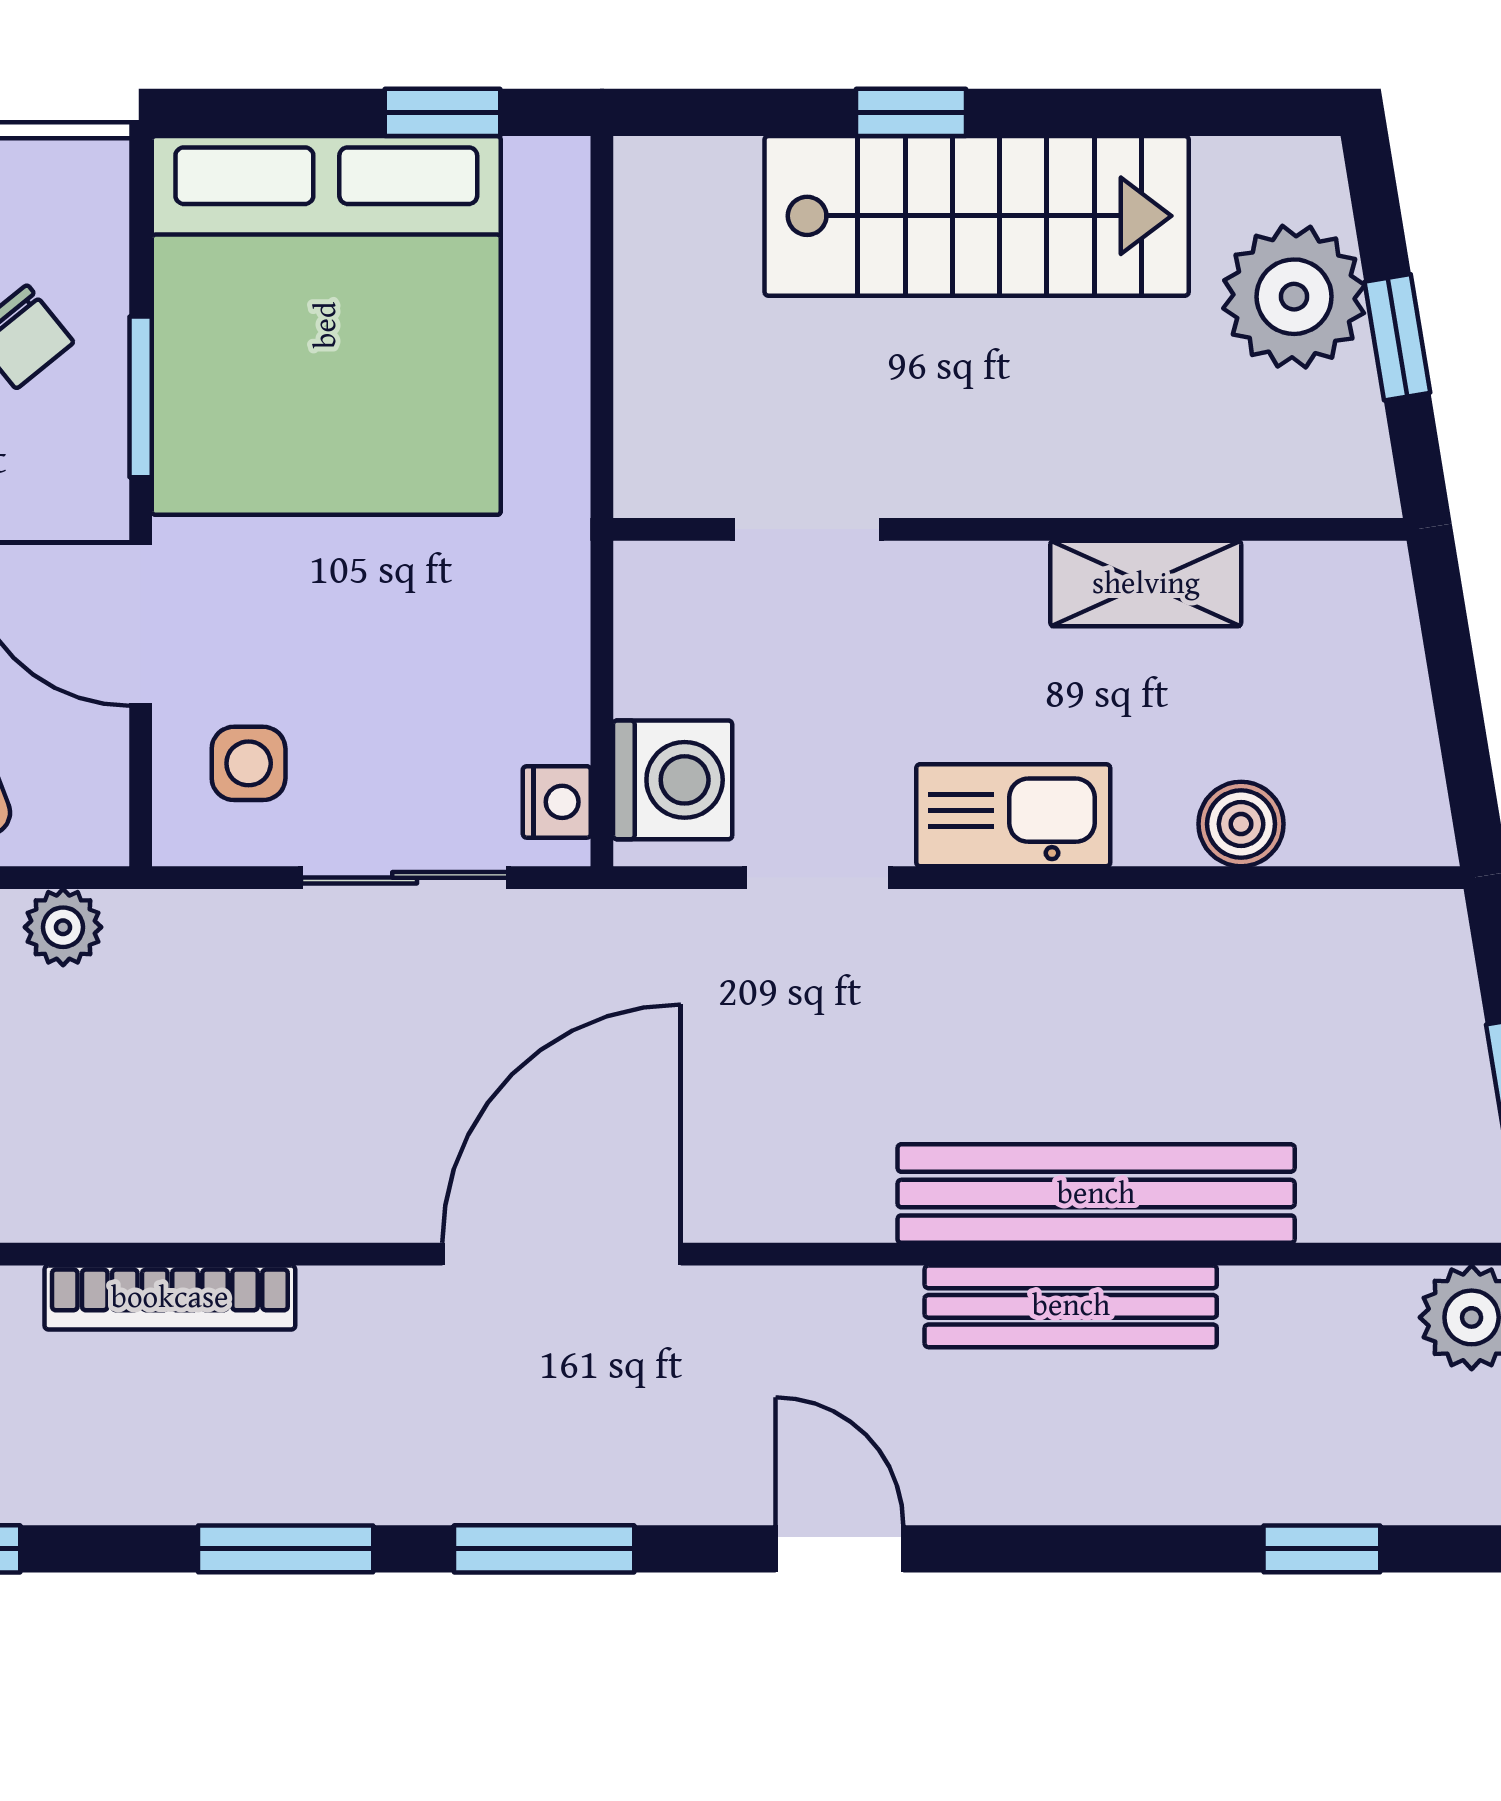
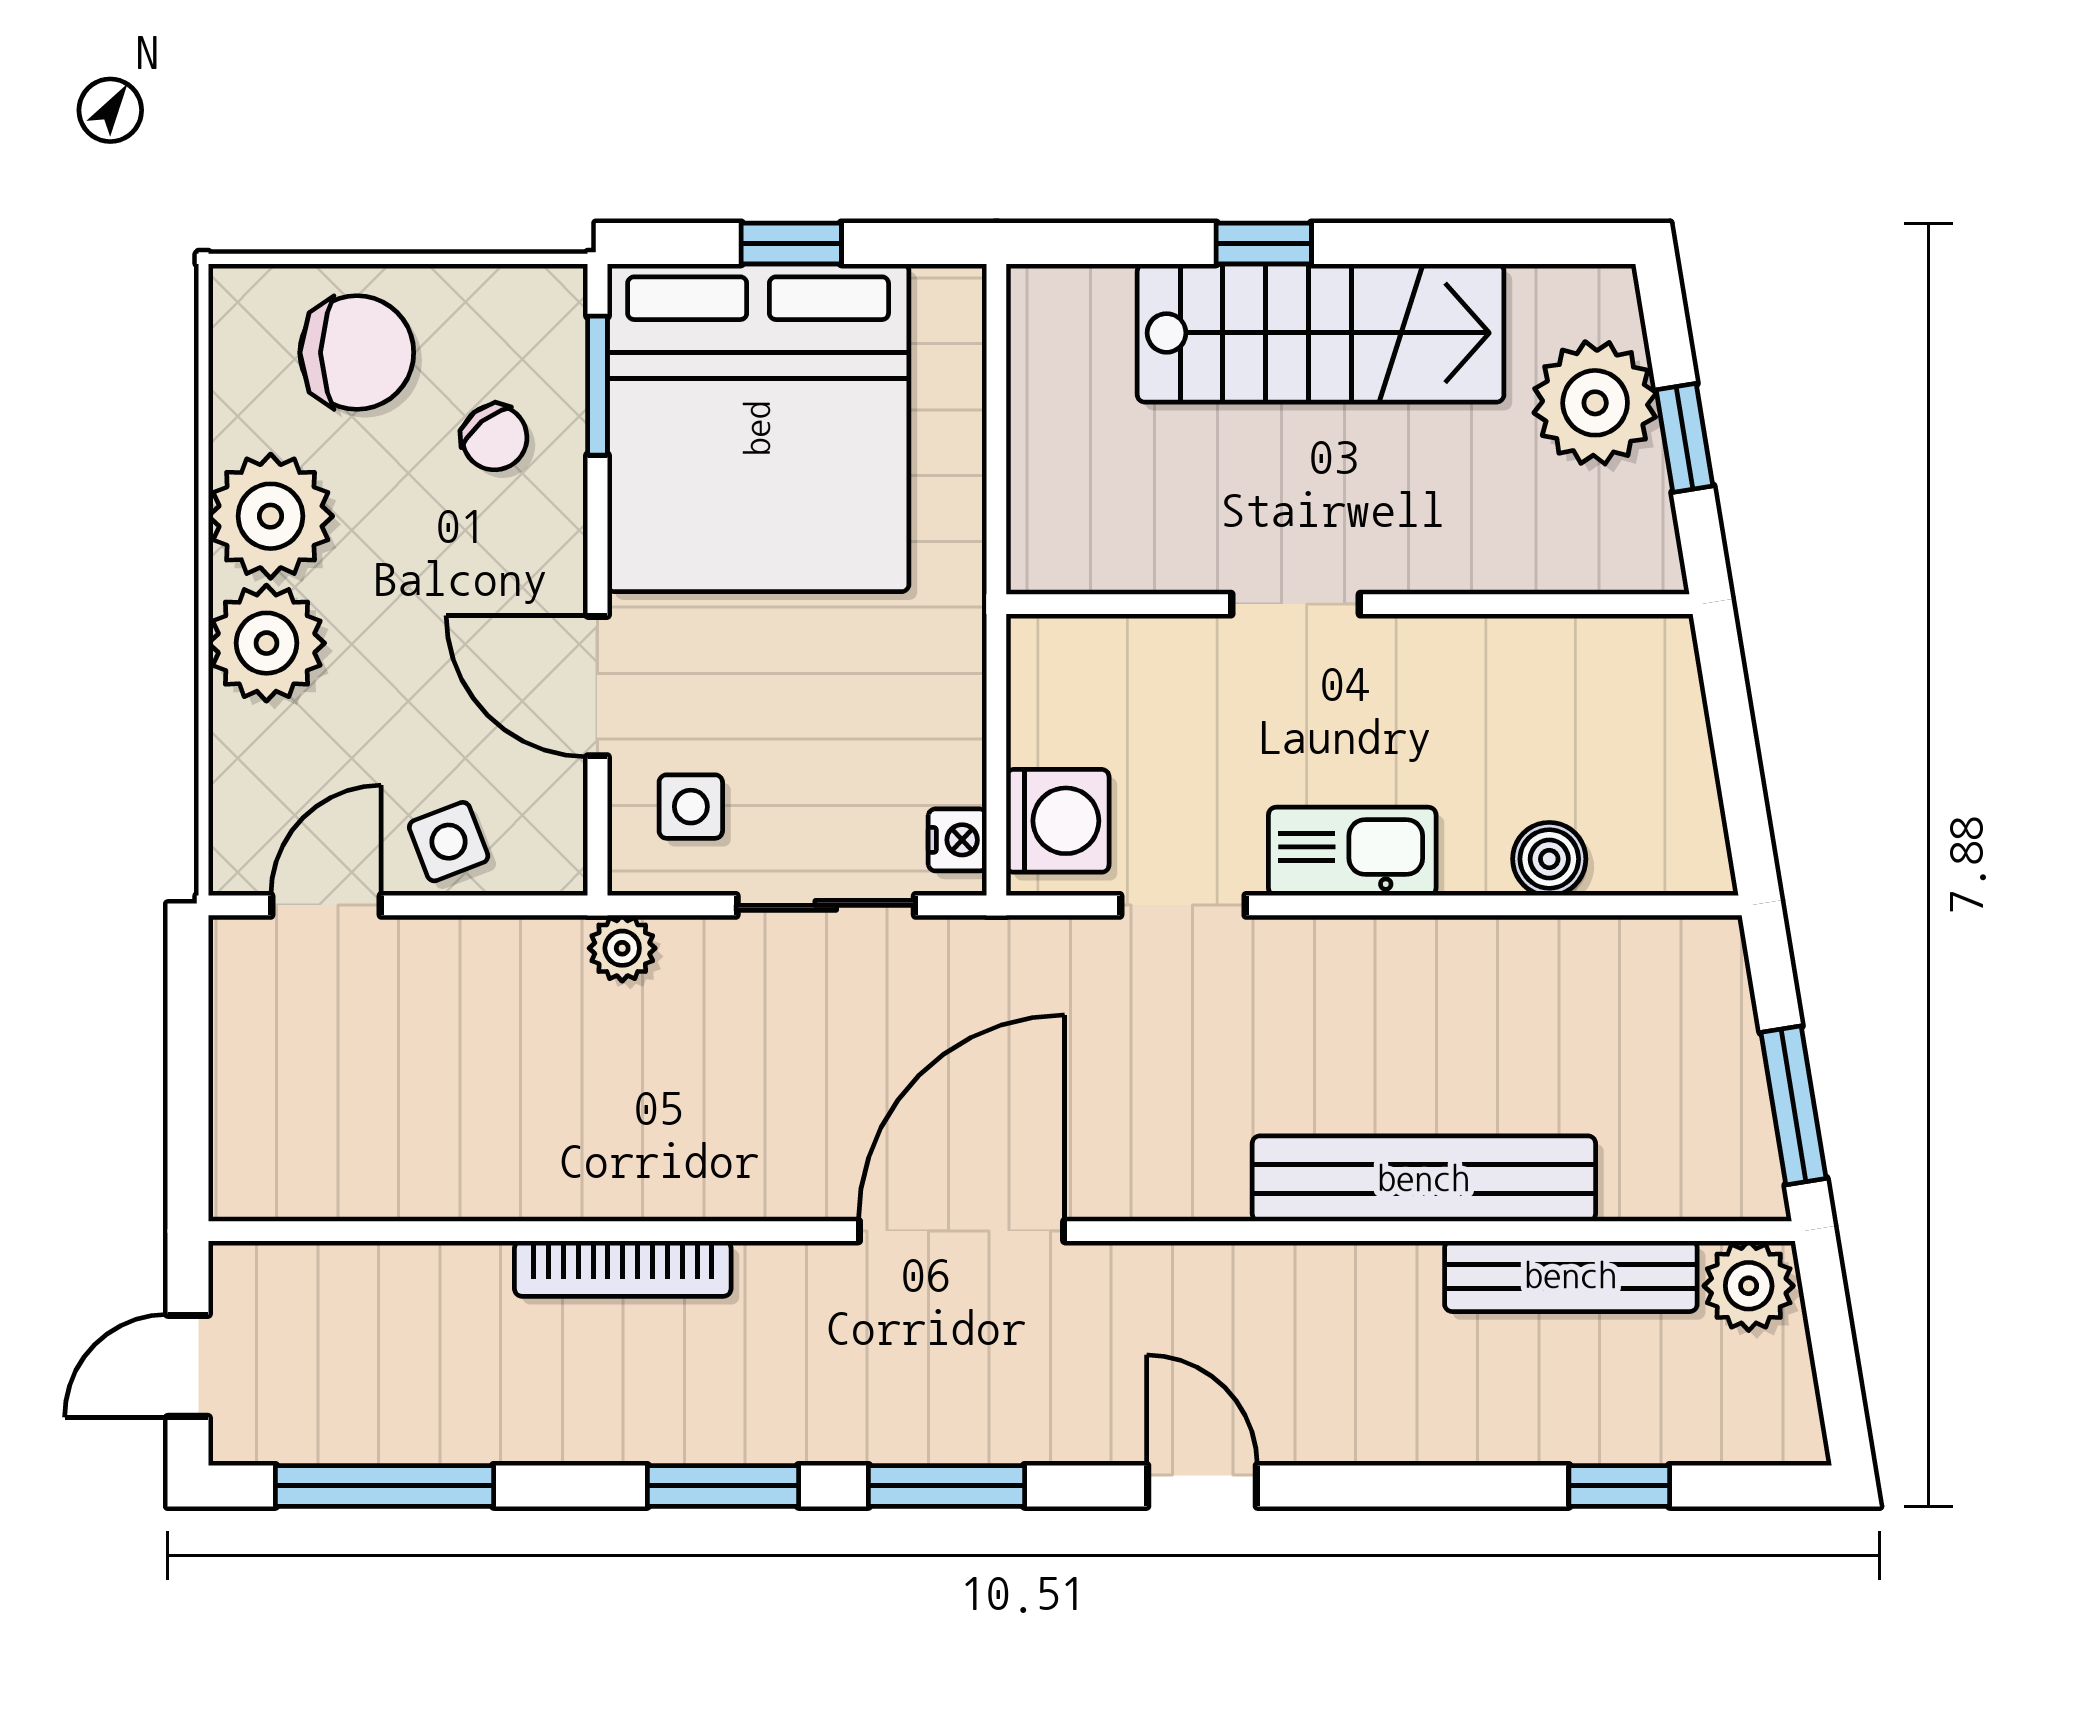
window: (443, 112) -> (791, 243), moved
window: (141, 397) -> (597, 386), moved
doorway: (807, 529) -> (1296, 604), moved
shelving: (1146, 584) -> (1467, 651), removed
plant: (63, 927) -> (622, 948), moved
bench: (1071, 1306) -> (1571, 1276), moved

